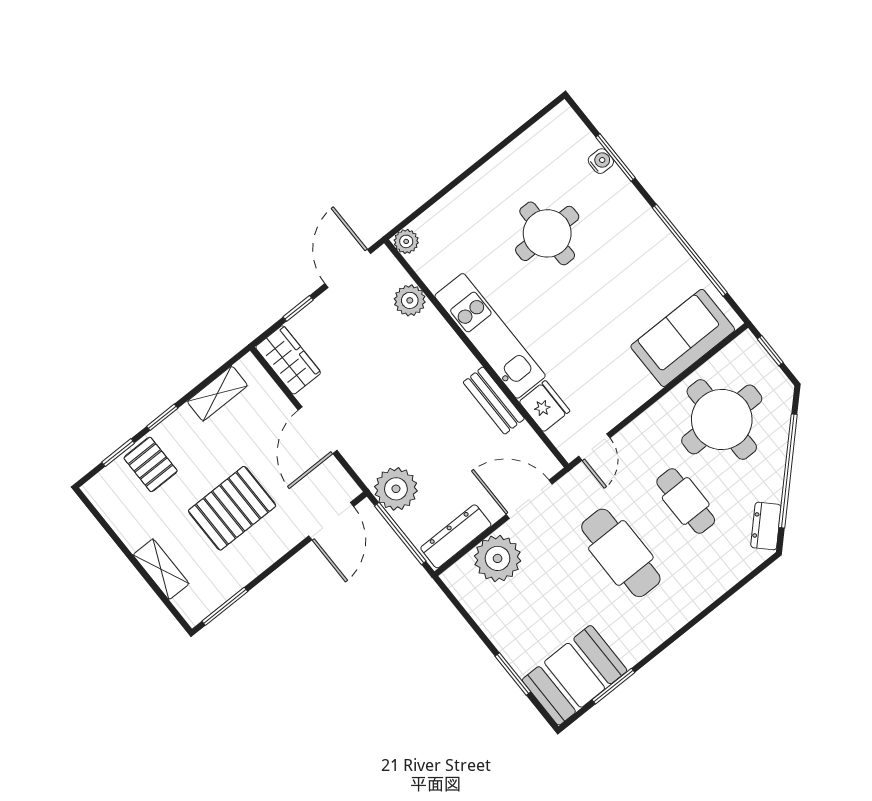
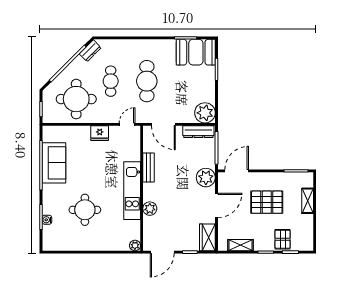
plant: (410, 300) -> (150, 209), moved
sofa: (683, 338) -> (54, 163), moved, turned -90
fridge: (544, 406) -> (100, 133), moved, turned -90
plant: (396, 489) -> (206, 178), moved
plant: (498, 558) -> (205, 113), moved

